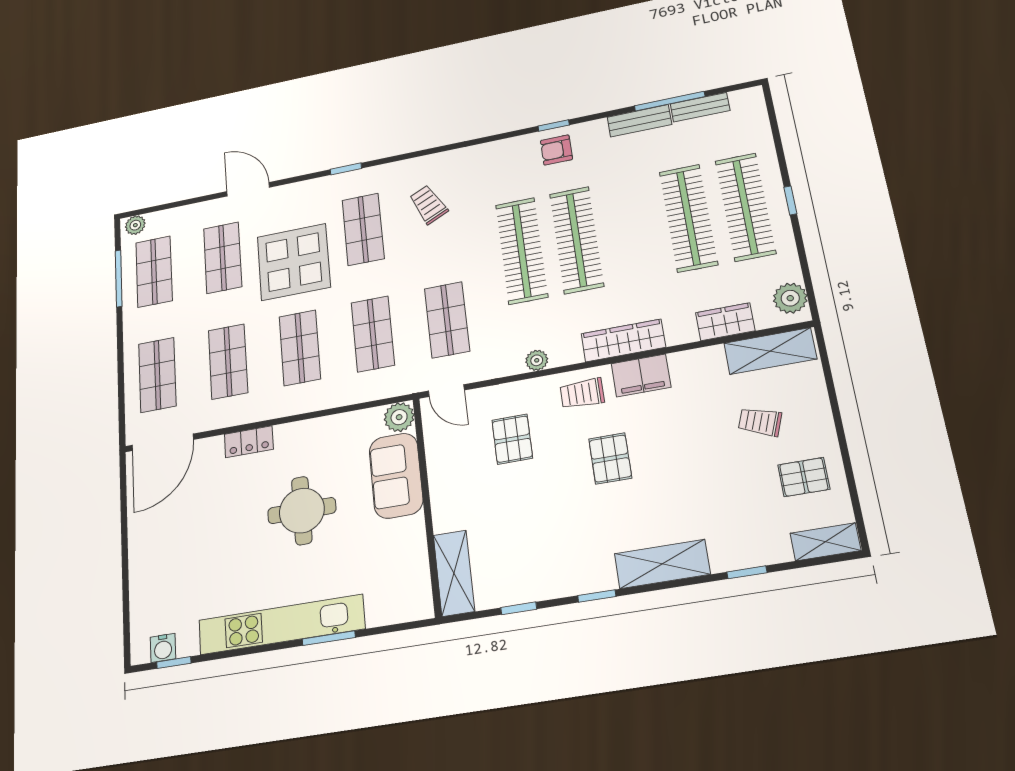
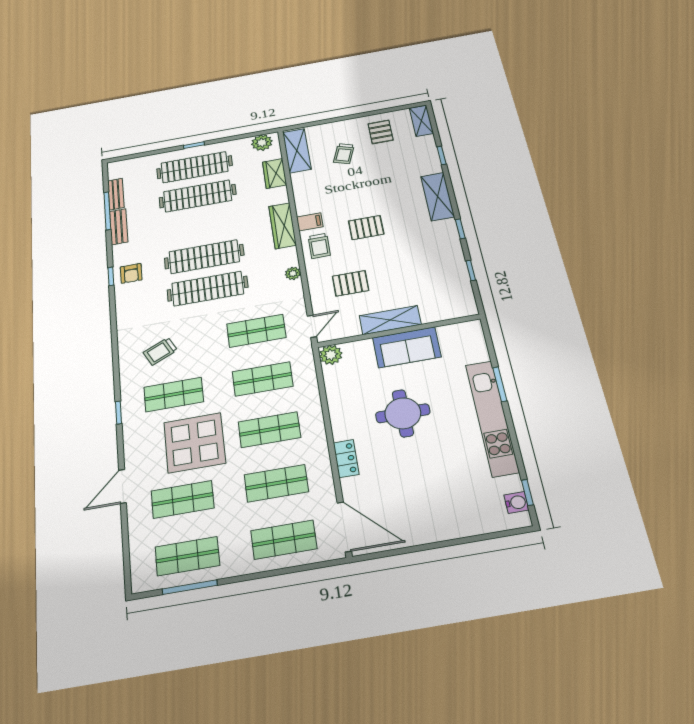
plant: (135, 225) -> (140, 579), removed
filing cabinet: (641, 376) -> (310, 222), width x0.50
sofa: (396, 476) -> (407, 347), moved
shelving: (454, 573) -> (390, 320), moved

